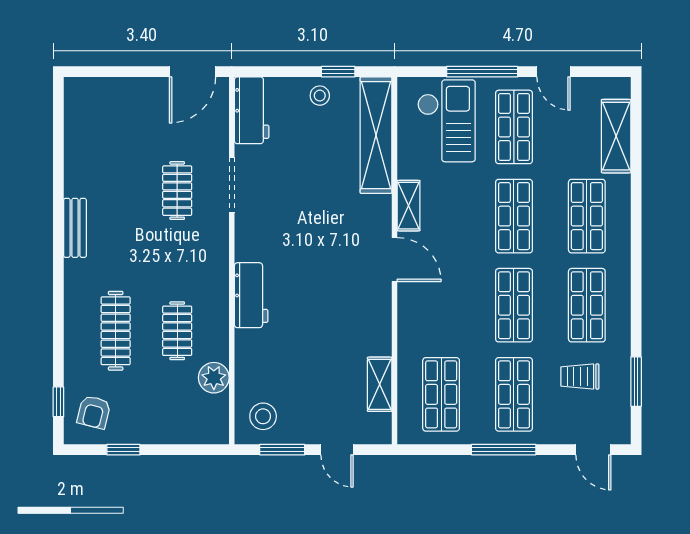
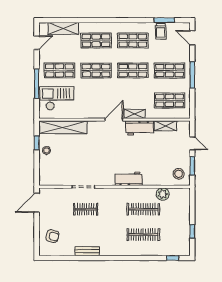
door: (192, 72) -> (37, 203), swing flipped
door: (554, 72) -> (37, 43), moved
workbench: (252, 110) -> (140, 128), moved, turned 180
shelving: (409, 206) -> (135, 114), moved
bench: (75, 228) -> (87, 251), moved
clothes rail: (177, 331) -> (143, 209), width x1.36
trolley: (580, 377) -> (161, 31), moved
armchair: (94, 412) -> (52, 236), moved
door: (337, 450) -> (192, 143), hinge flipped
door: (593, 450) -> (192, 38), swing flipped

